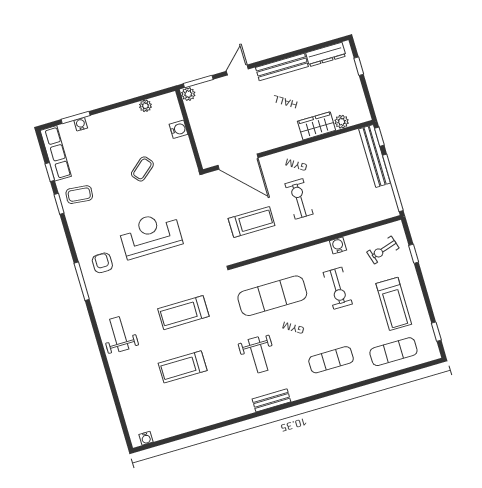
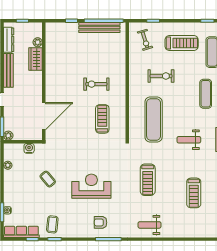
plant: (342, 122) -> (38, 42), moved
wardrobe: (317, 126) -> (36, 59), moved
wall: (288, 147) -> (44, 81), moved
bench: (375, 156) -> (99, 28), moved
door: (238, 162) -> (44, 116), moved
reception desk: (150, 235) -> (91, 186), turned 90
water cooler: (338, 245) -> (134, 68), removed
weight bench: (258, 355) -> (189, 140), turned 180
treadmill: (183, 367) -> (194, 193), moved

